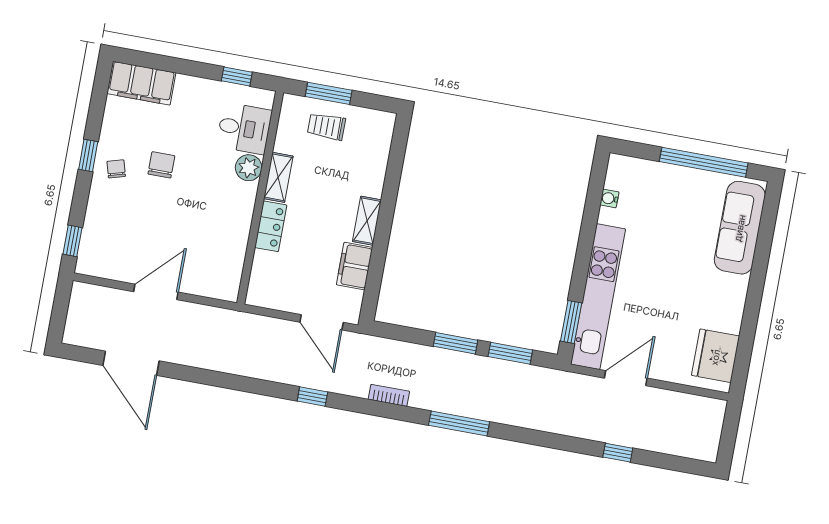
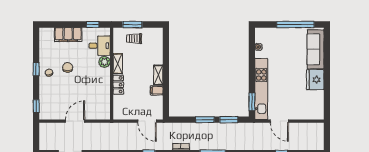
filing cabinet: (141, 83) -> (68, 35), moved
filing cabinet: (355, 266) -> (157, 90), width x0.50
fridge: (716, 356) -> (315, 80), moved
door: (626, 378) -> (279, 121), swing flipped

